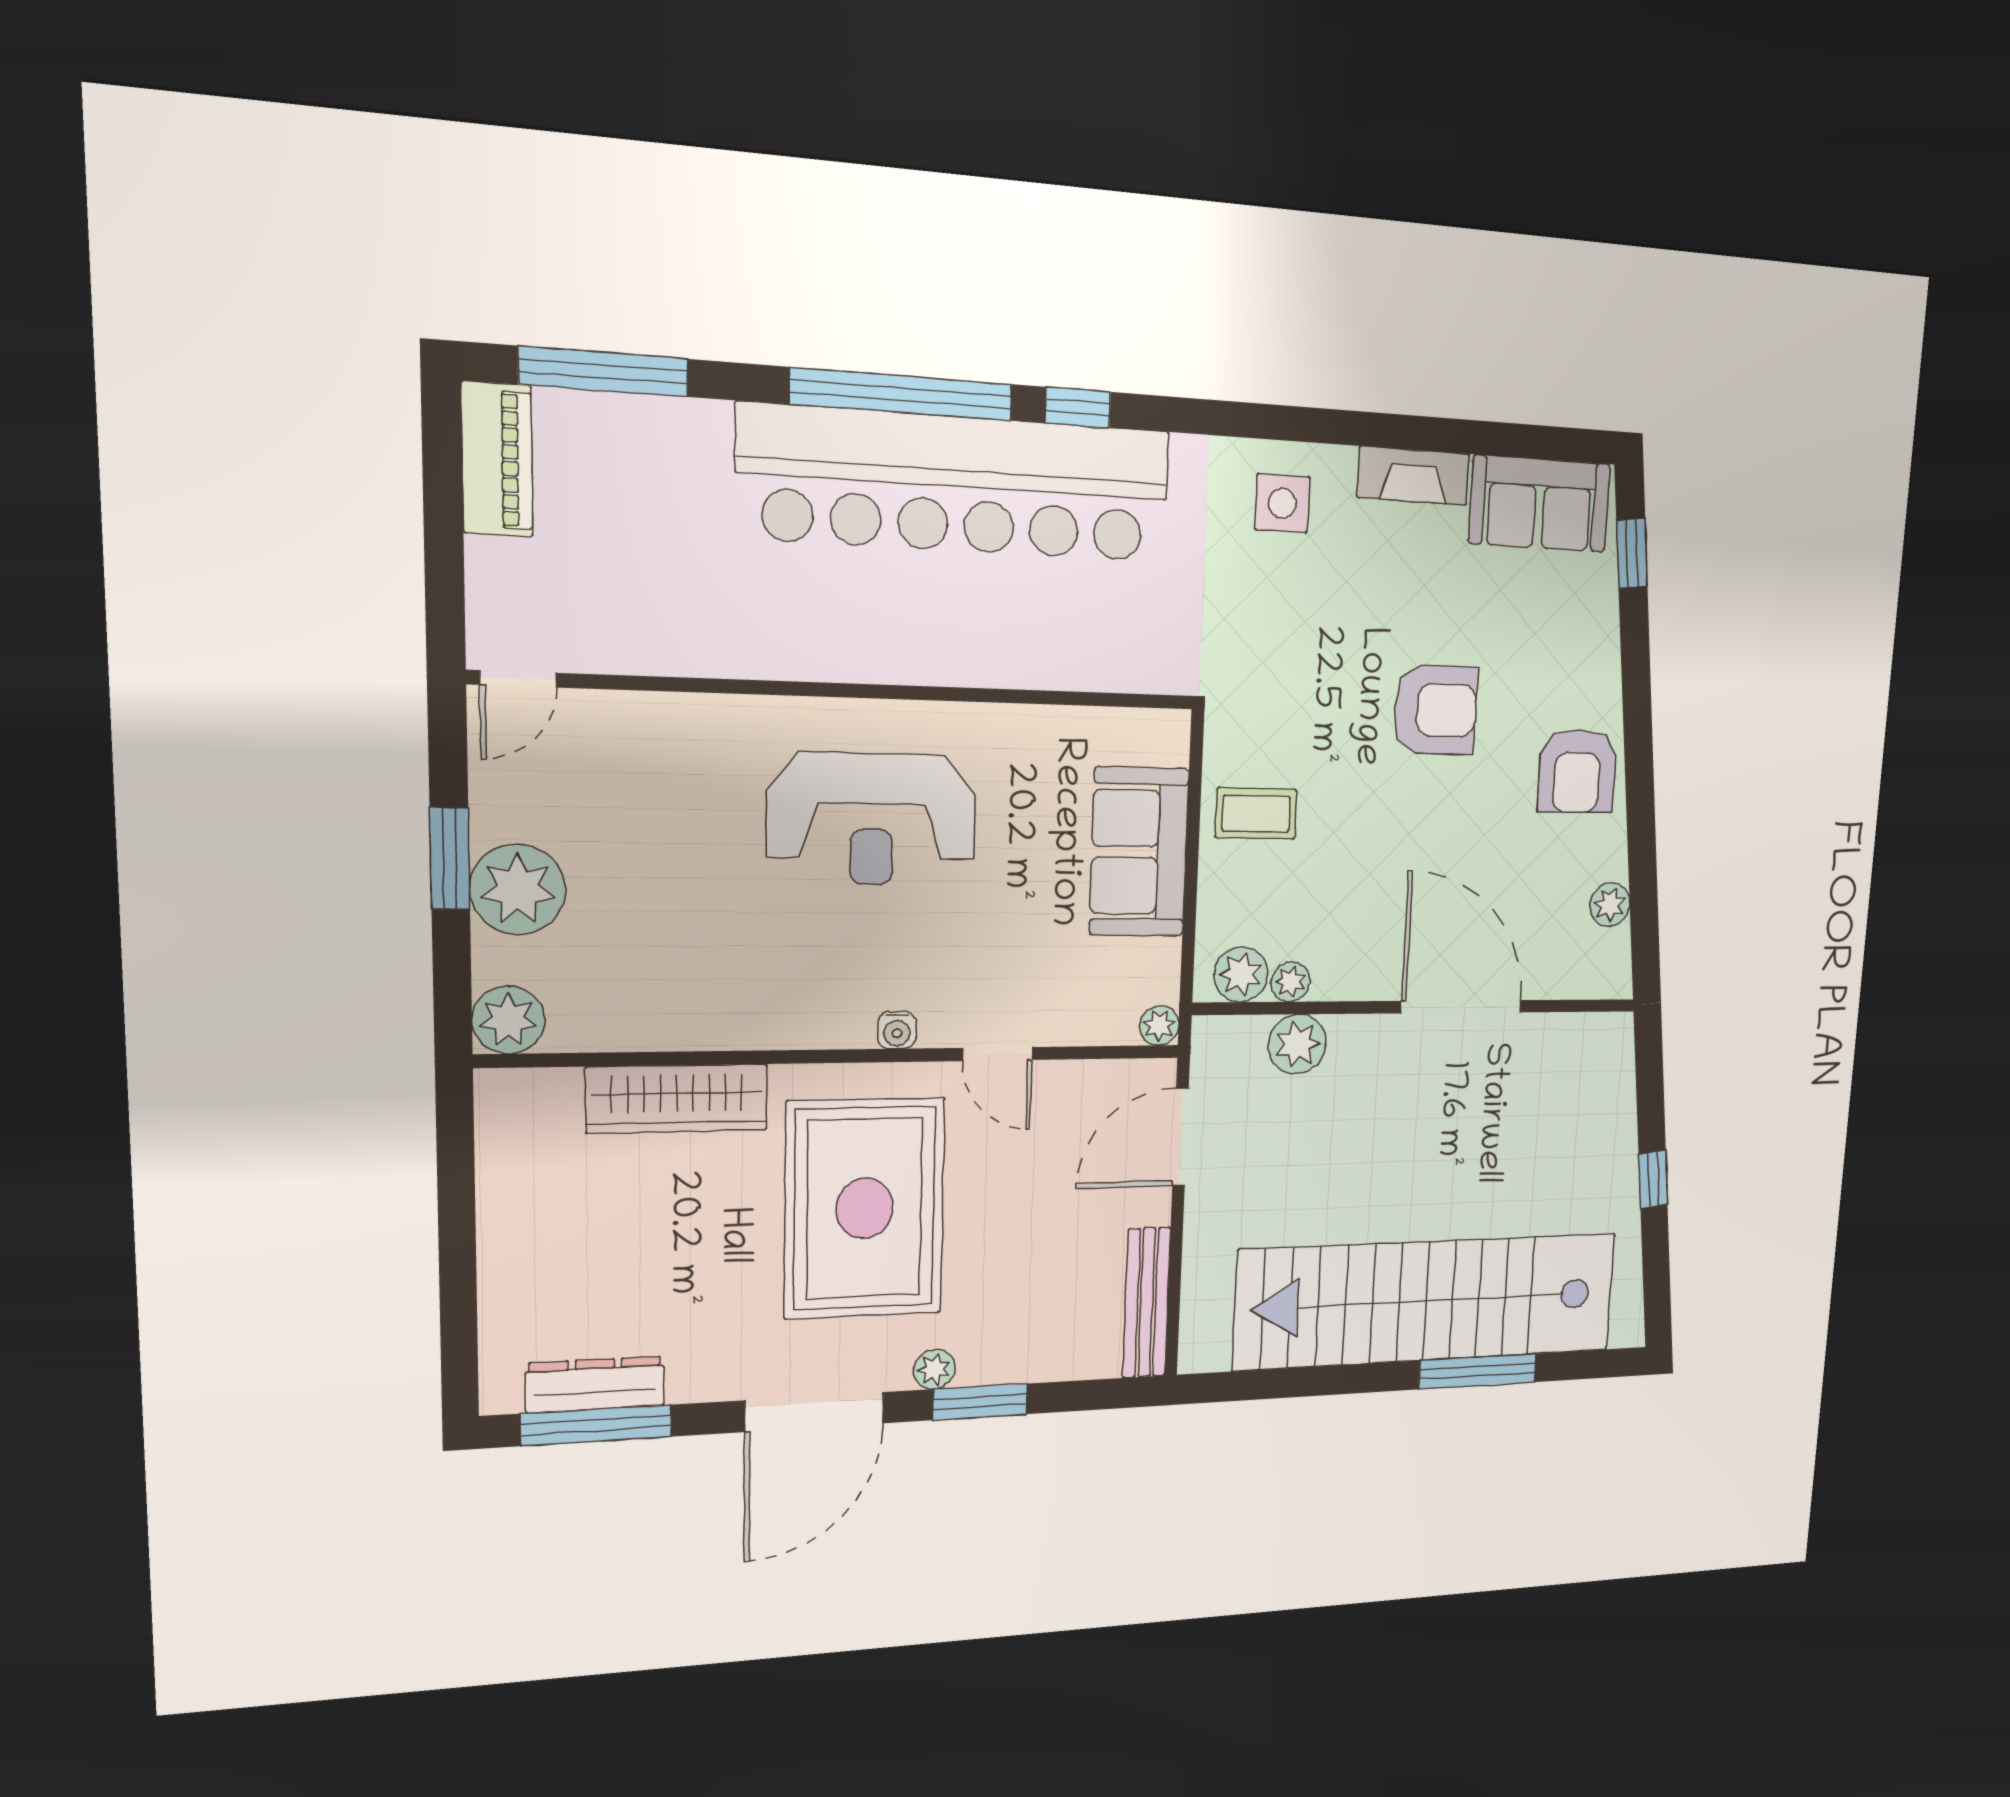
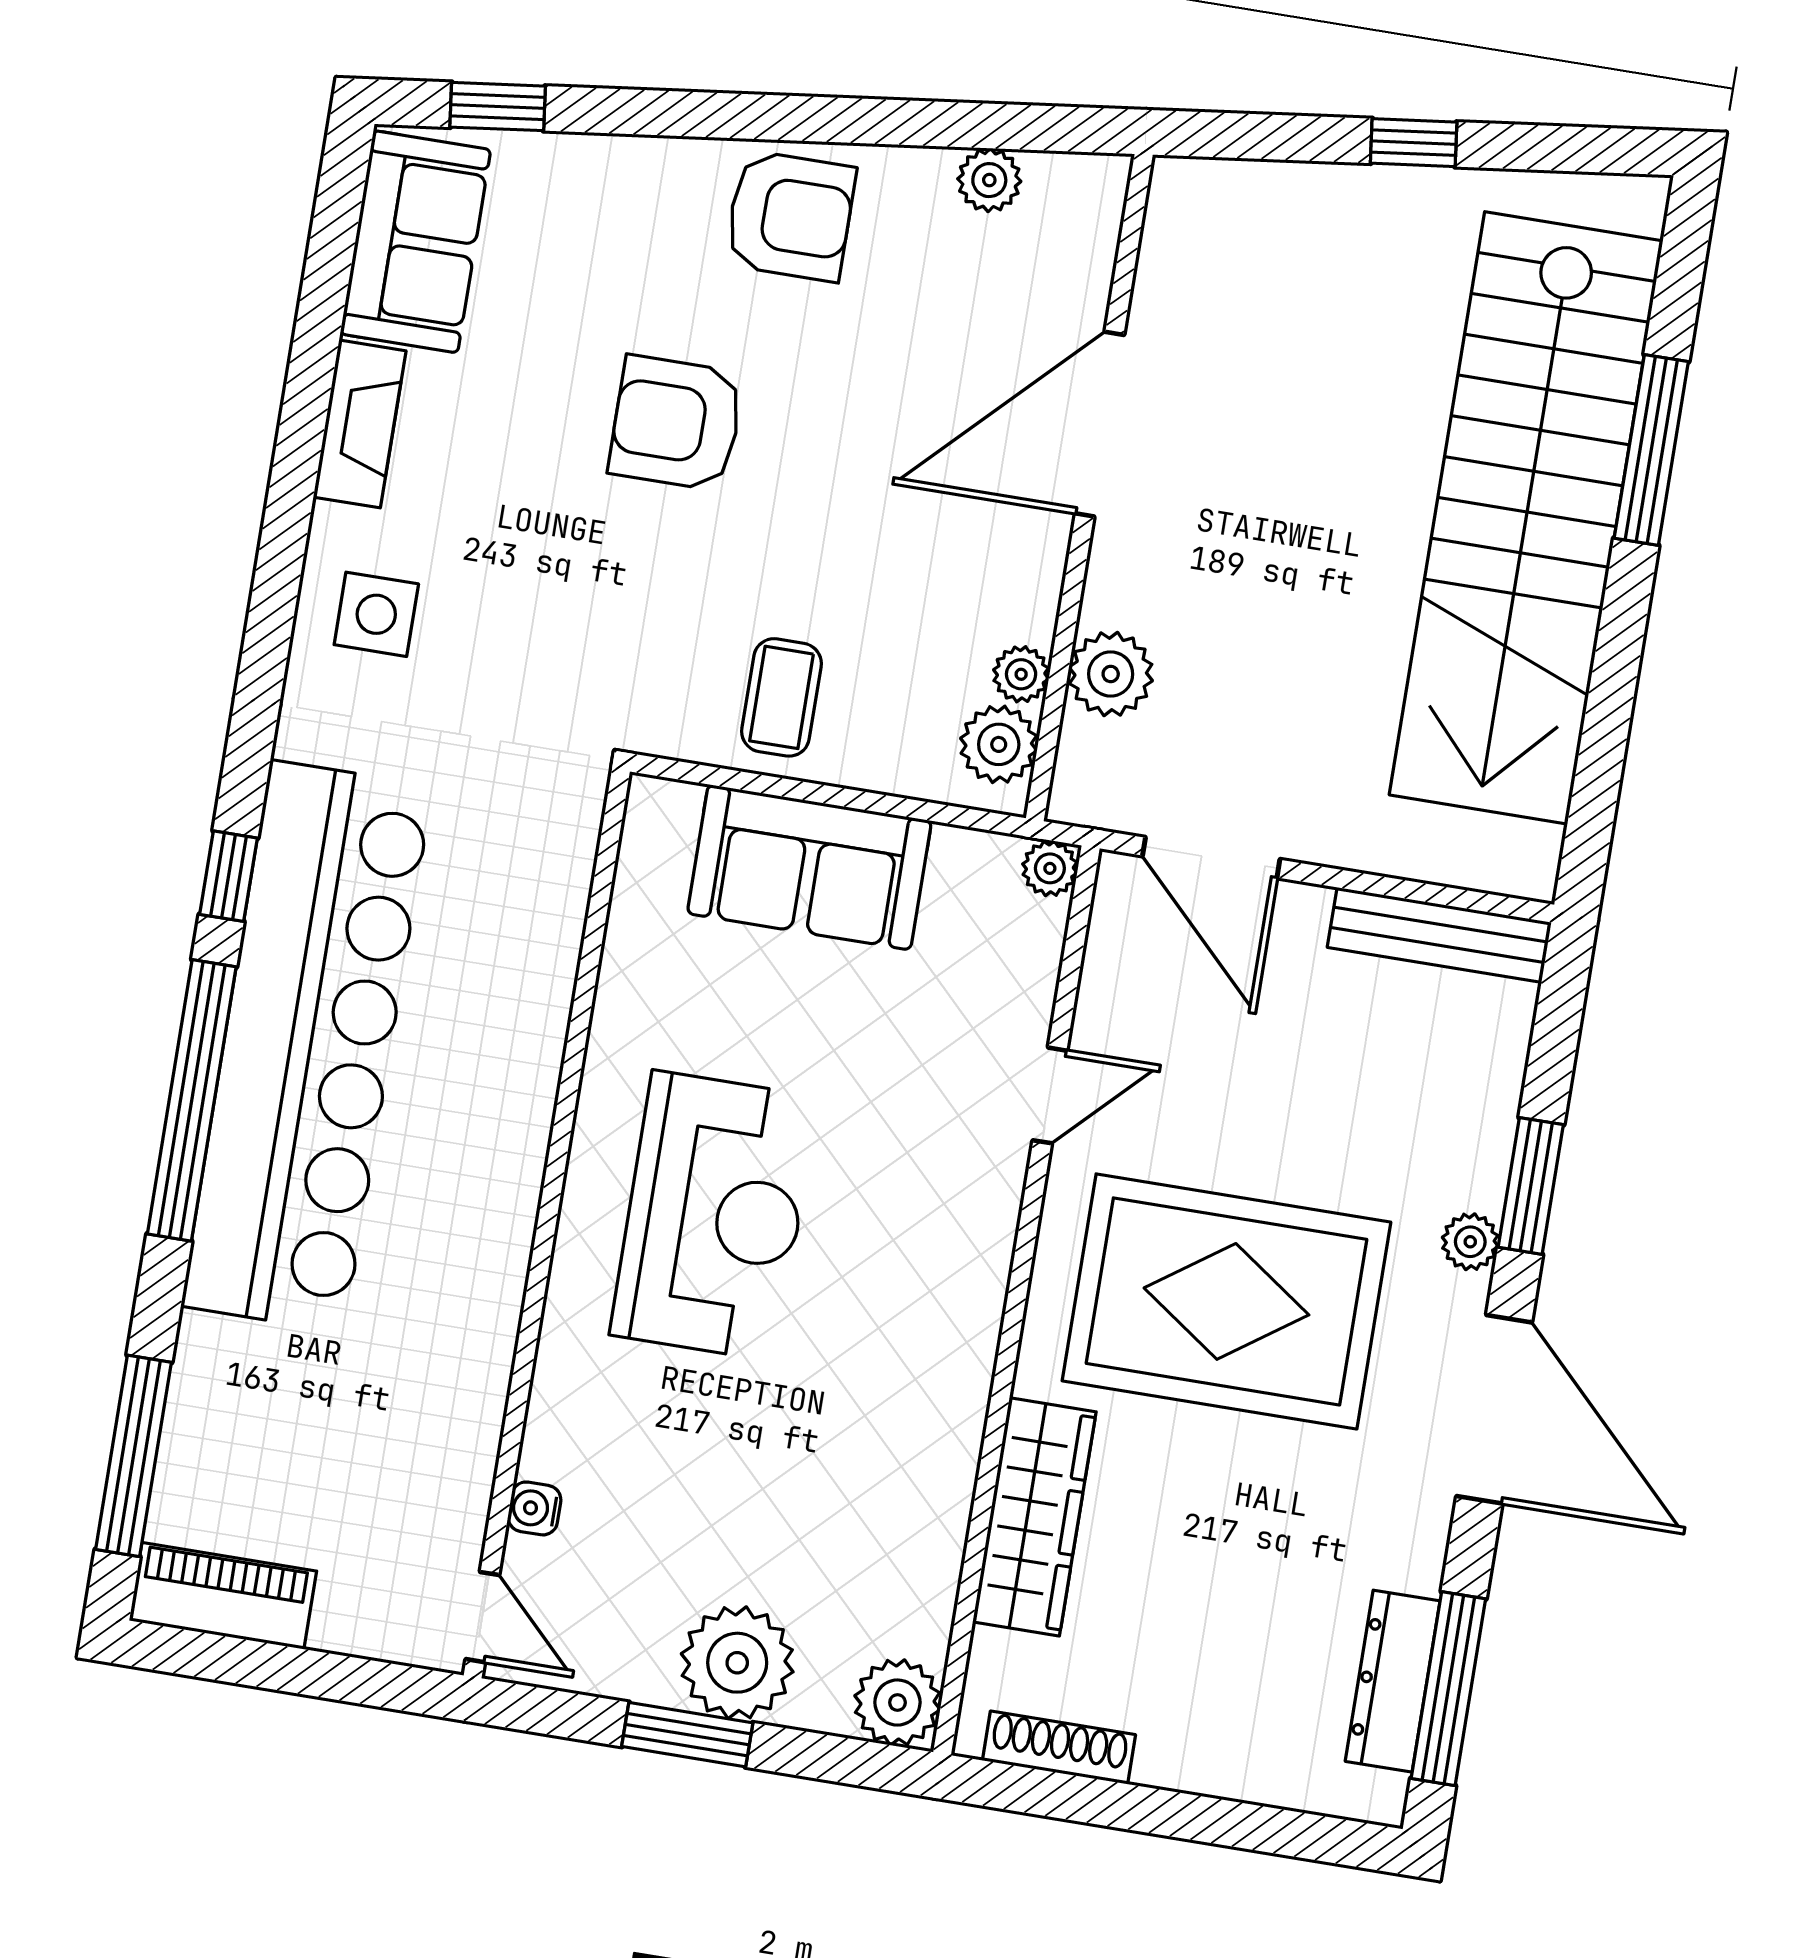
armchair: (1435, 710) -> (676, 423), turned -90
water cooler: (897, 1030) -> (534, 1508), moved, turned 180
shoe rack: (495, 1150) -> (1059, 1748), added

